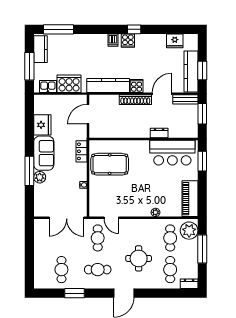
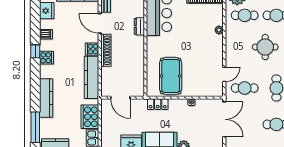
kitchen counter: (88, 40) -> (46, 98), added
dishwasher: (113, 40) -> (46, 34), moved

